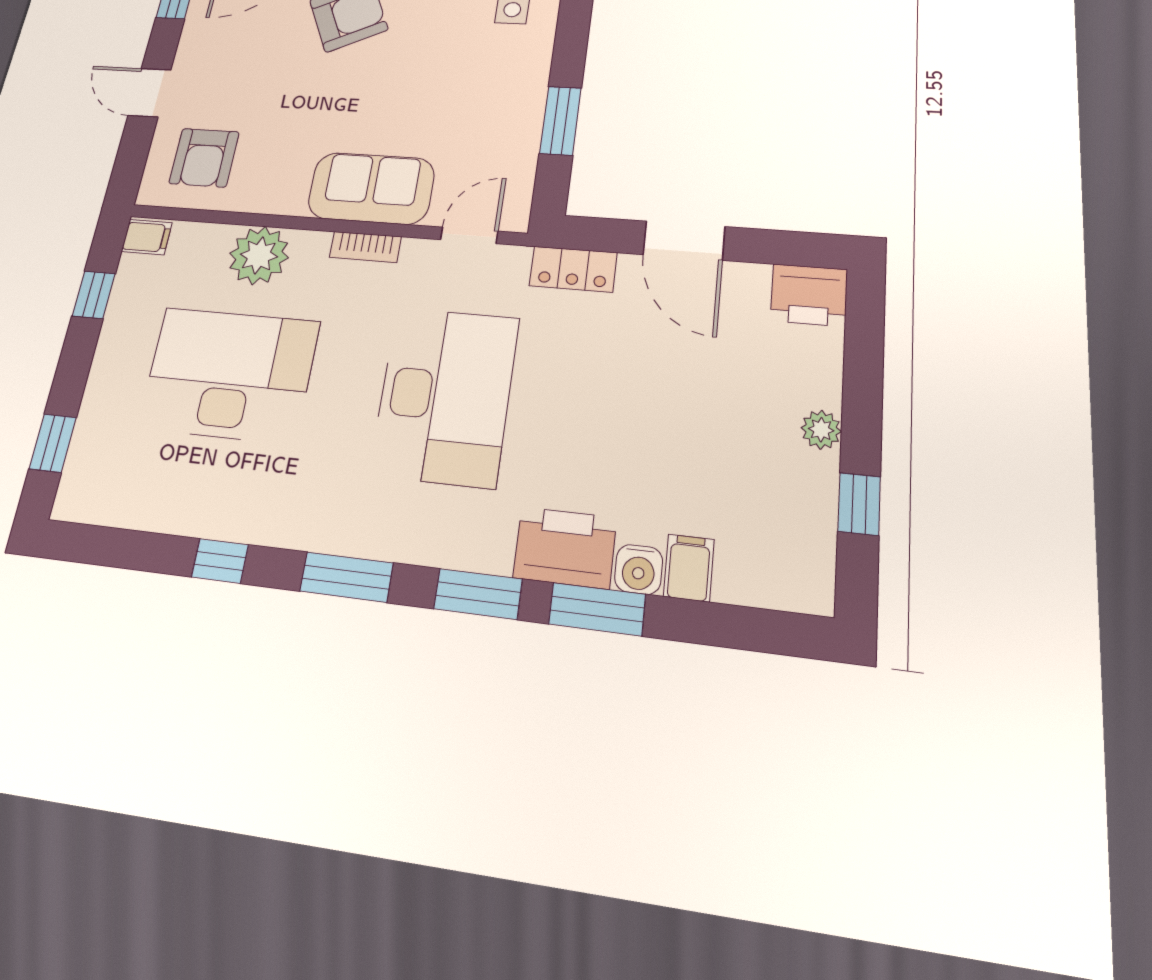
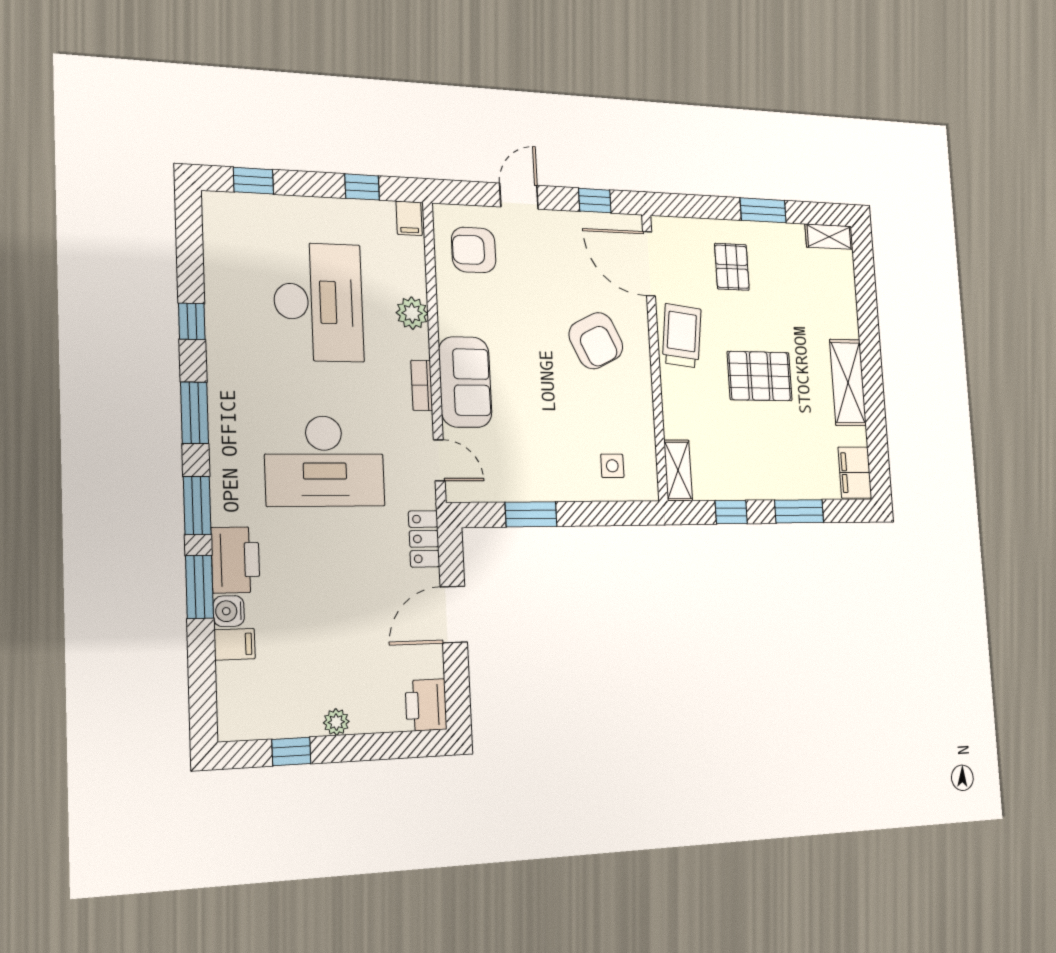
plant: (259, 255) -> (412, 313), width x0.73, depth x0.73

